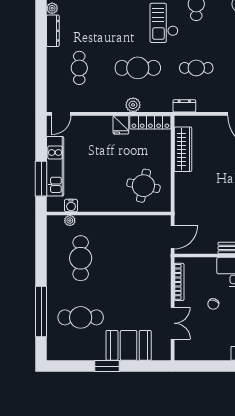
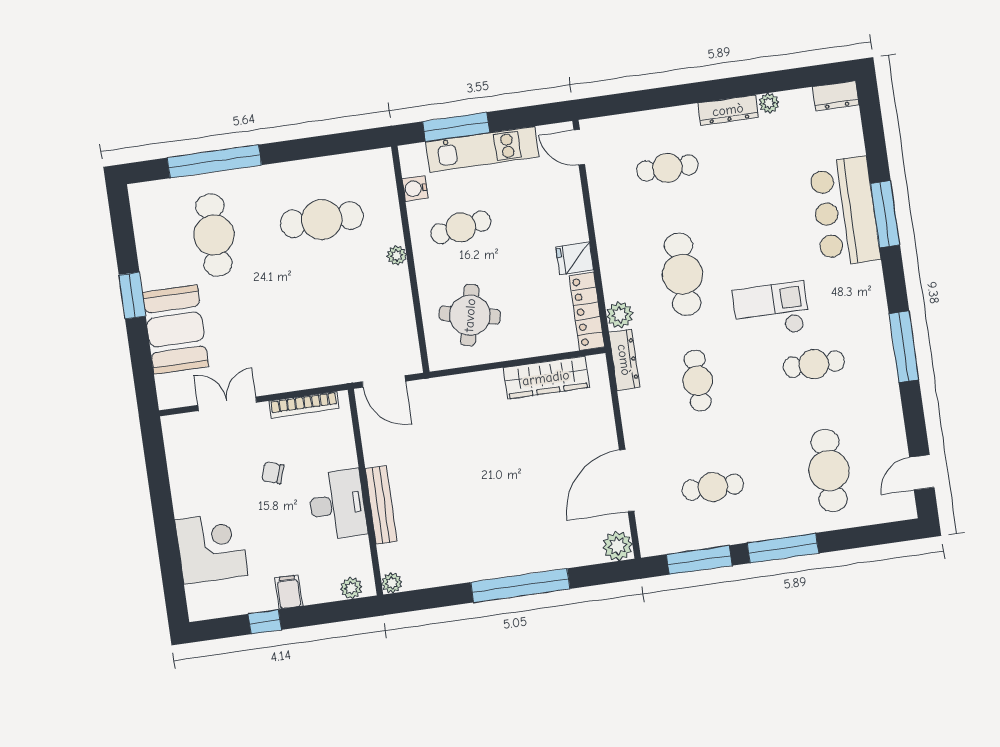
plant: (133, 105) -> (620, 315), moved
dresser: (184, 106) -> (624, 360), width x1.44
cafe table: (96, 184) -> (461, 227), added
plant: (70, 221) -> (397, 255), moved
double door: (173, 323) -> (227, 404), swing flipped

